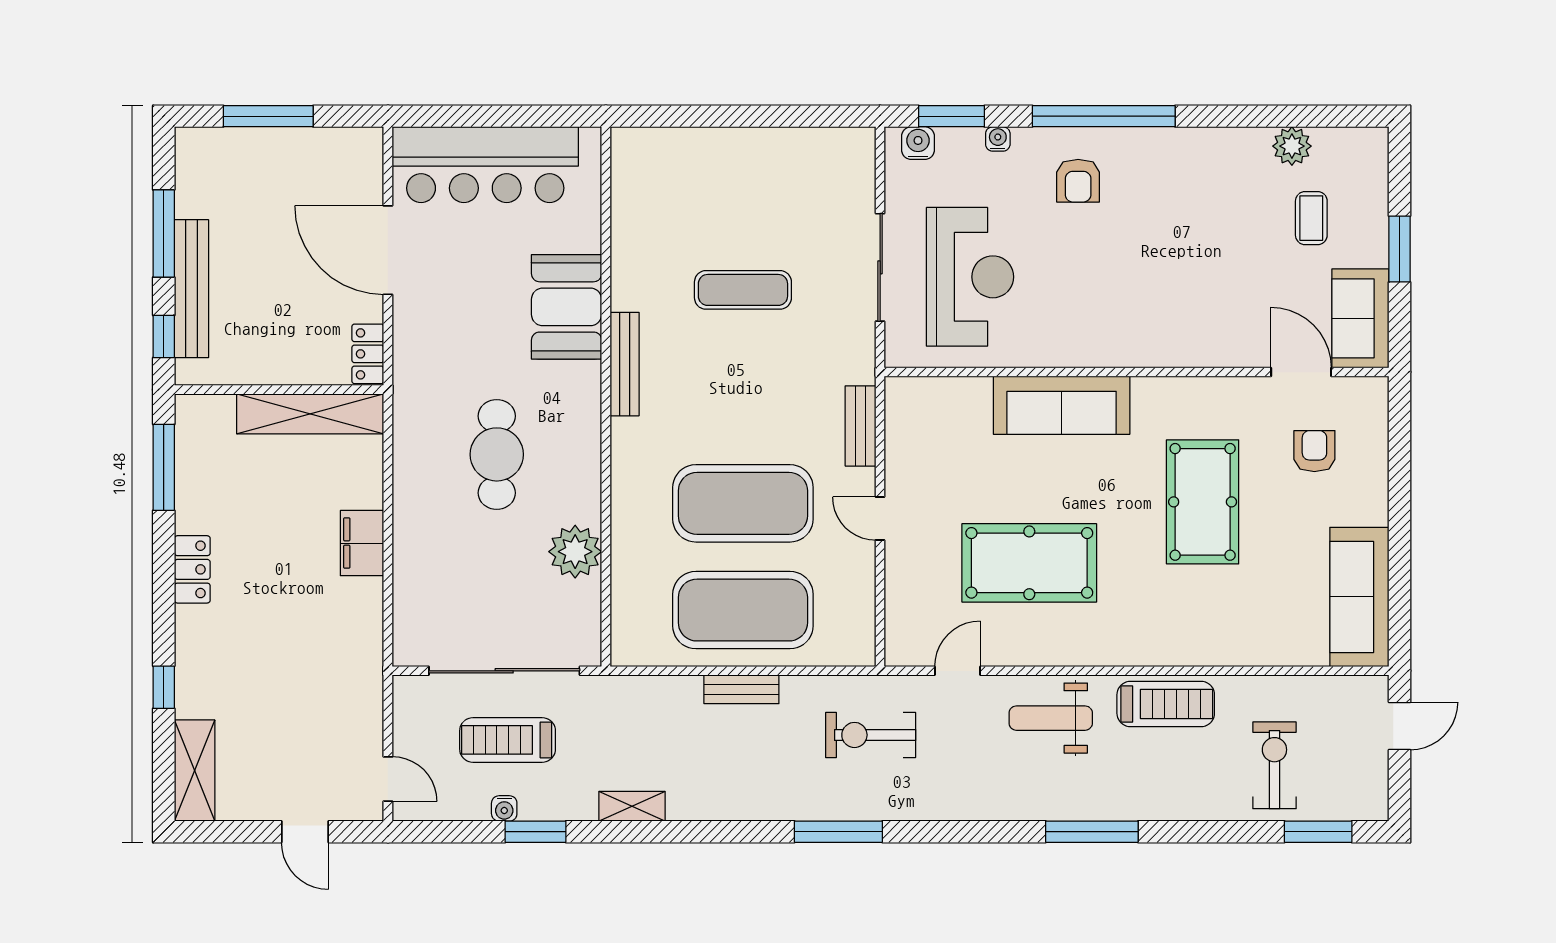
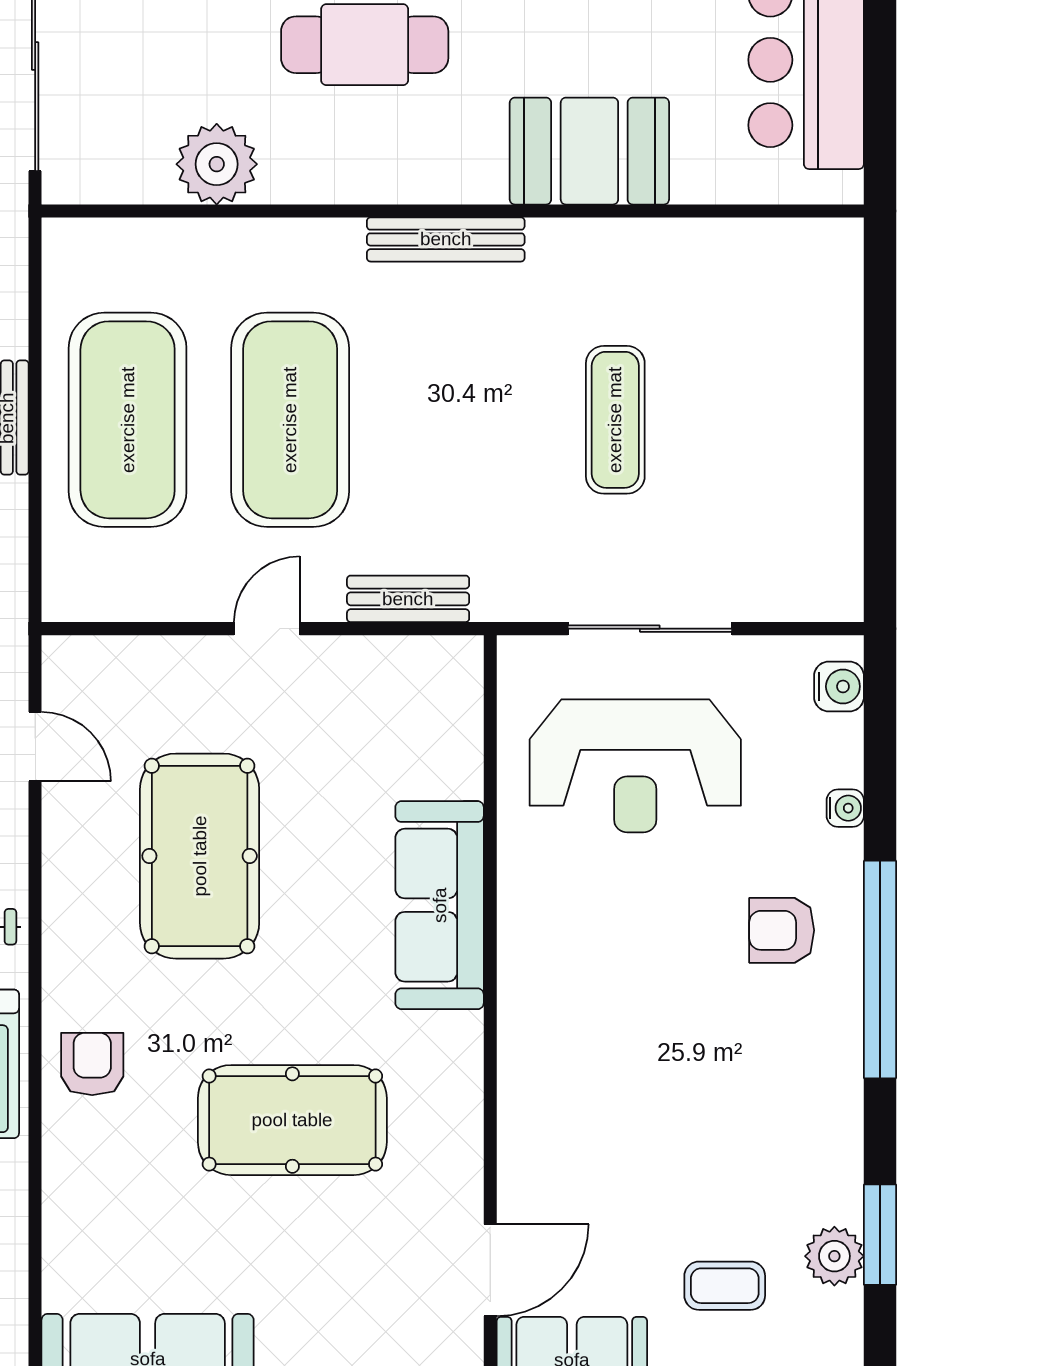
window: (951, 116) -> (880, 1235), moved
bench: (625, 364) -> (446, 239), moved
armchair: (1314, 451) -> (92, 1064), moved, turned -90

